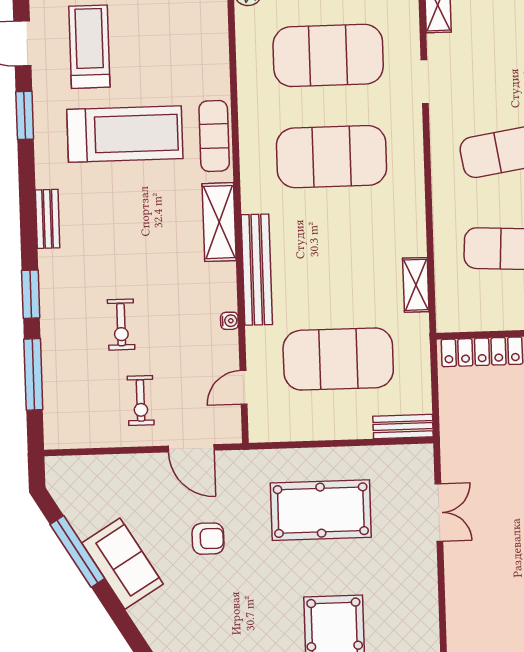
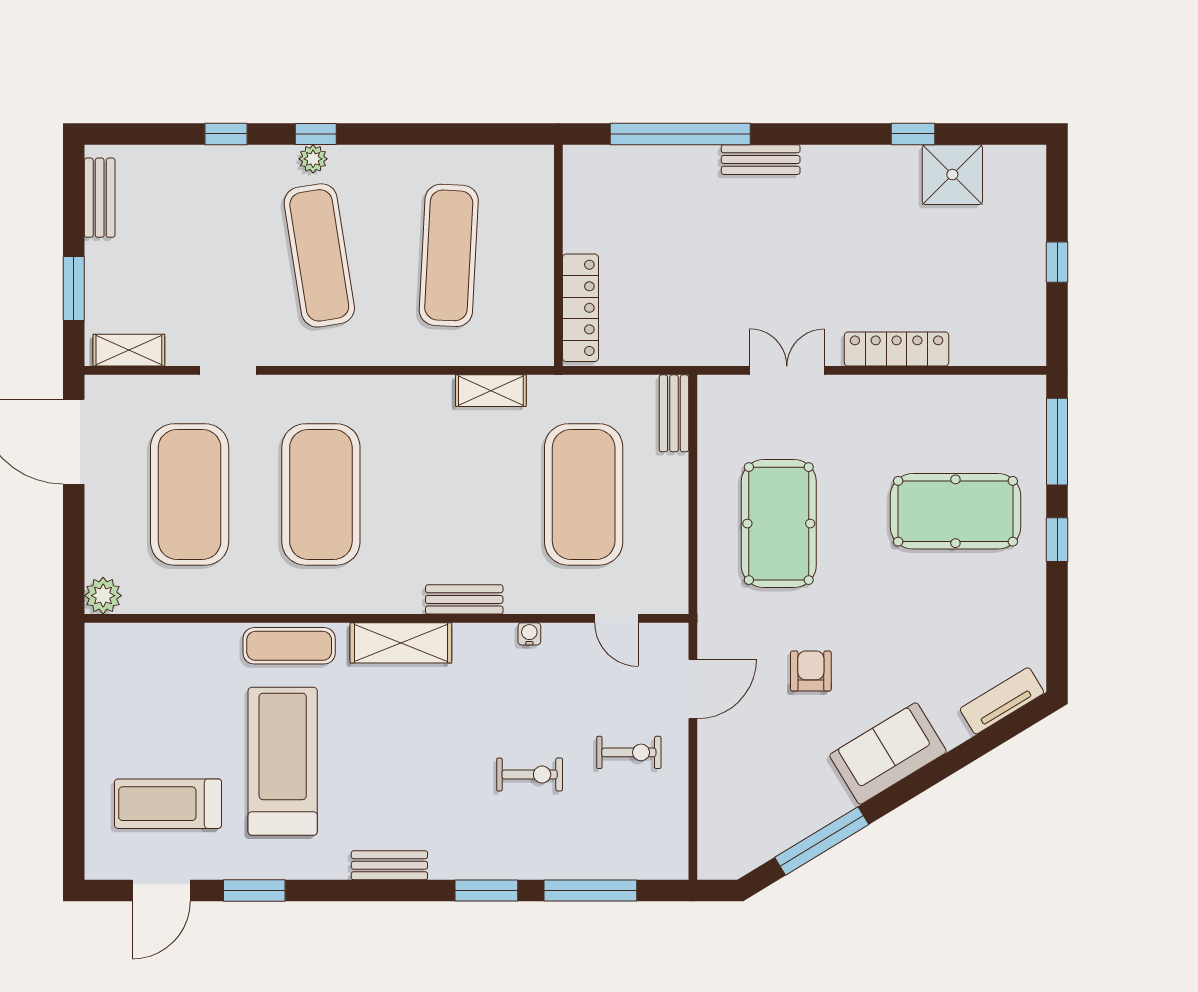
bench: (257, 270) -> (464, 599), width x0.54, depth x0.82
sofa: (122, 564) -> (888, 753), moved
locker: (458, 596) -> (897, 349), added

